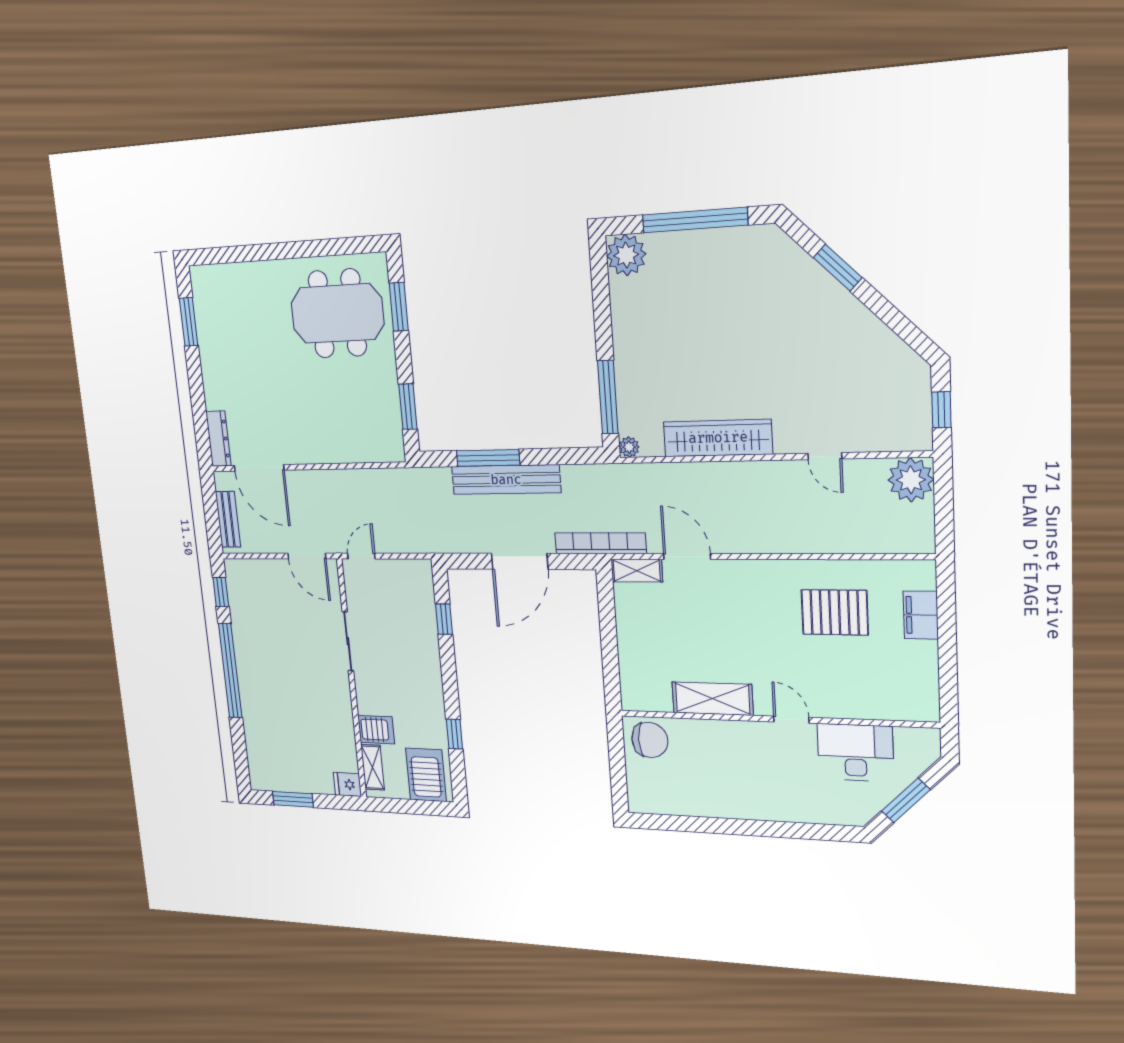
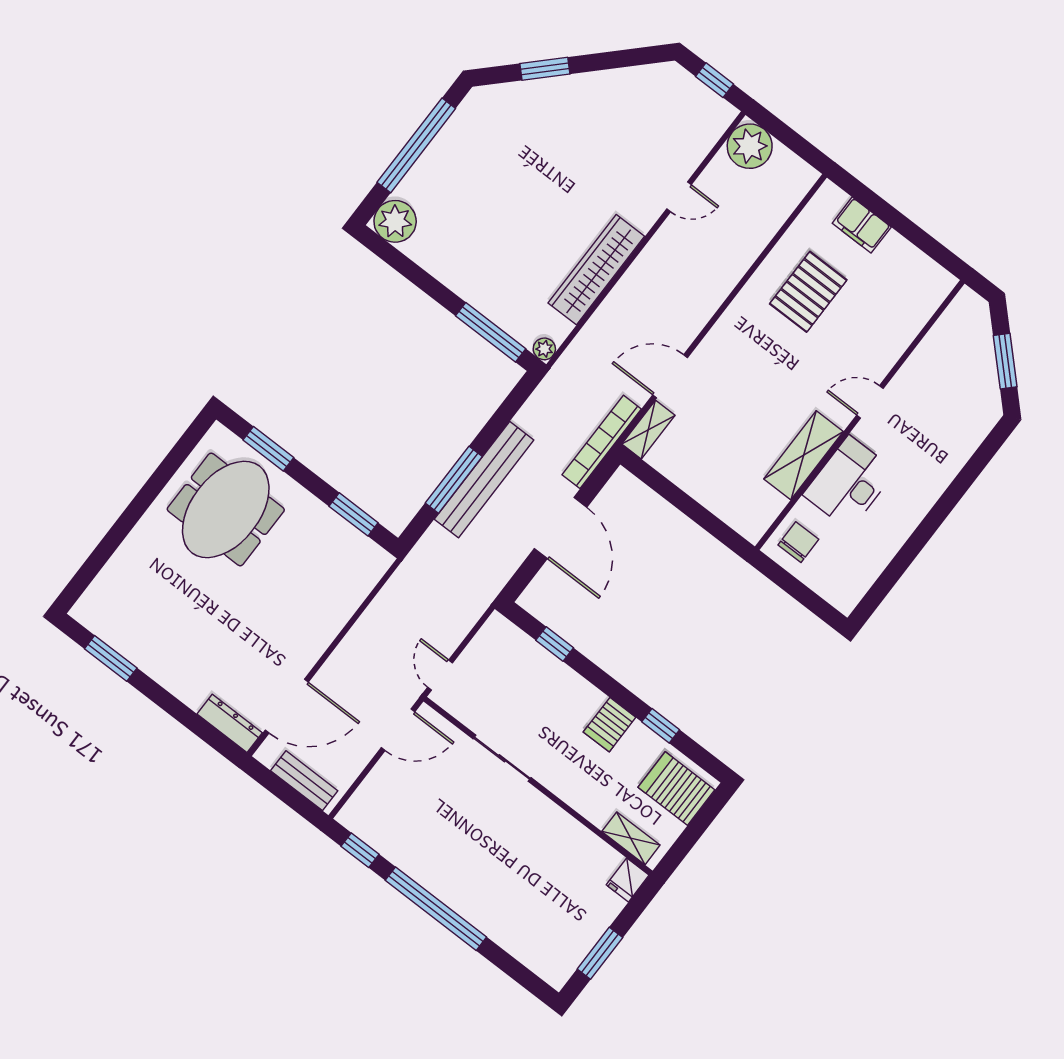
server rack: (376, 730) -> (610, 725), moved, turned 180
chair: (650, 740) -> (798, 542), width x0.73, depth x0.73
desk: (855, 753) -> (849, 483), moved

